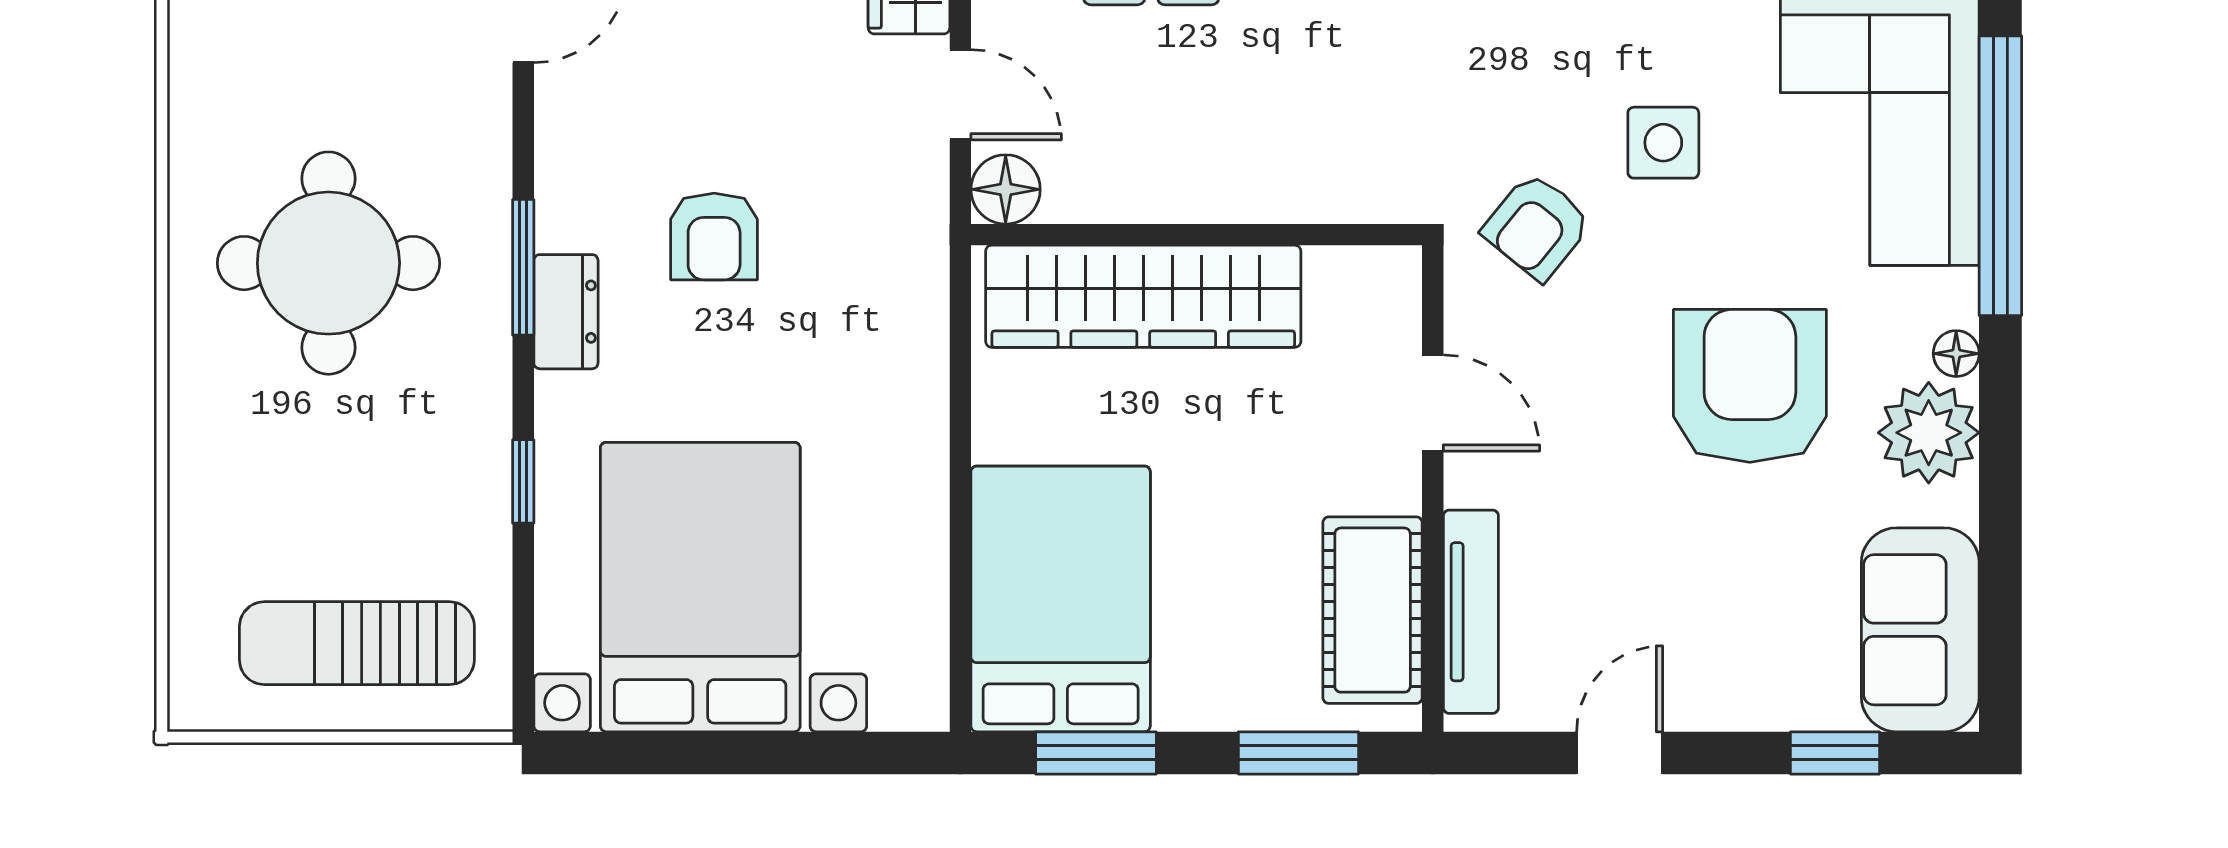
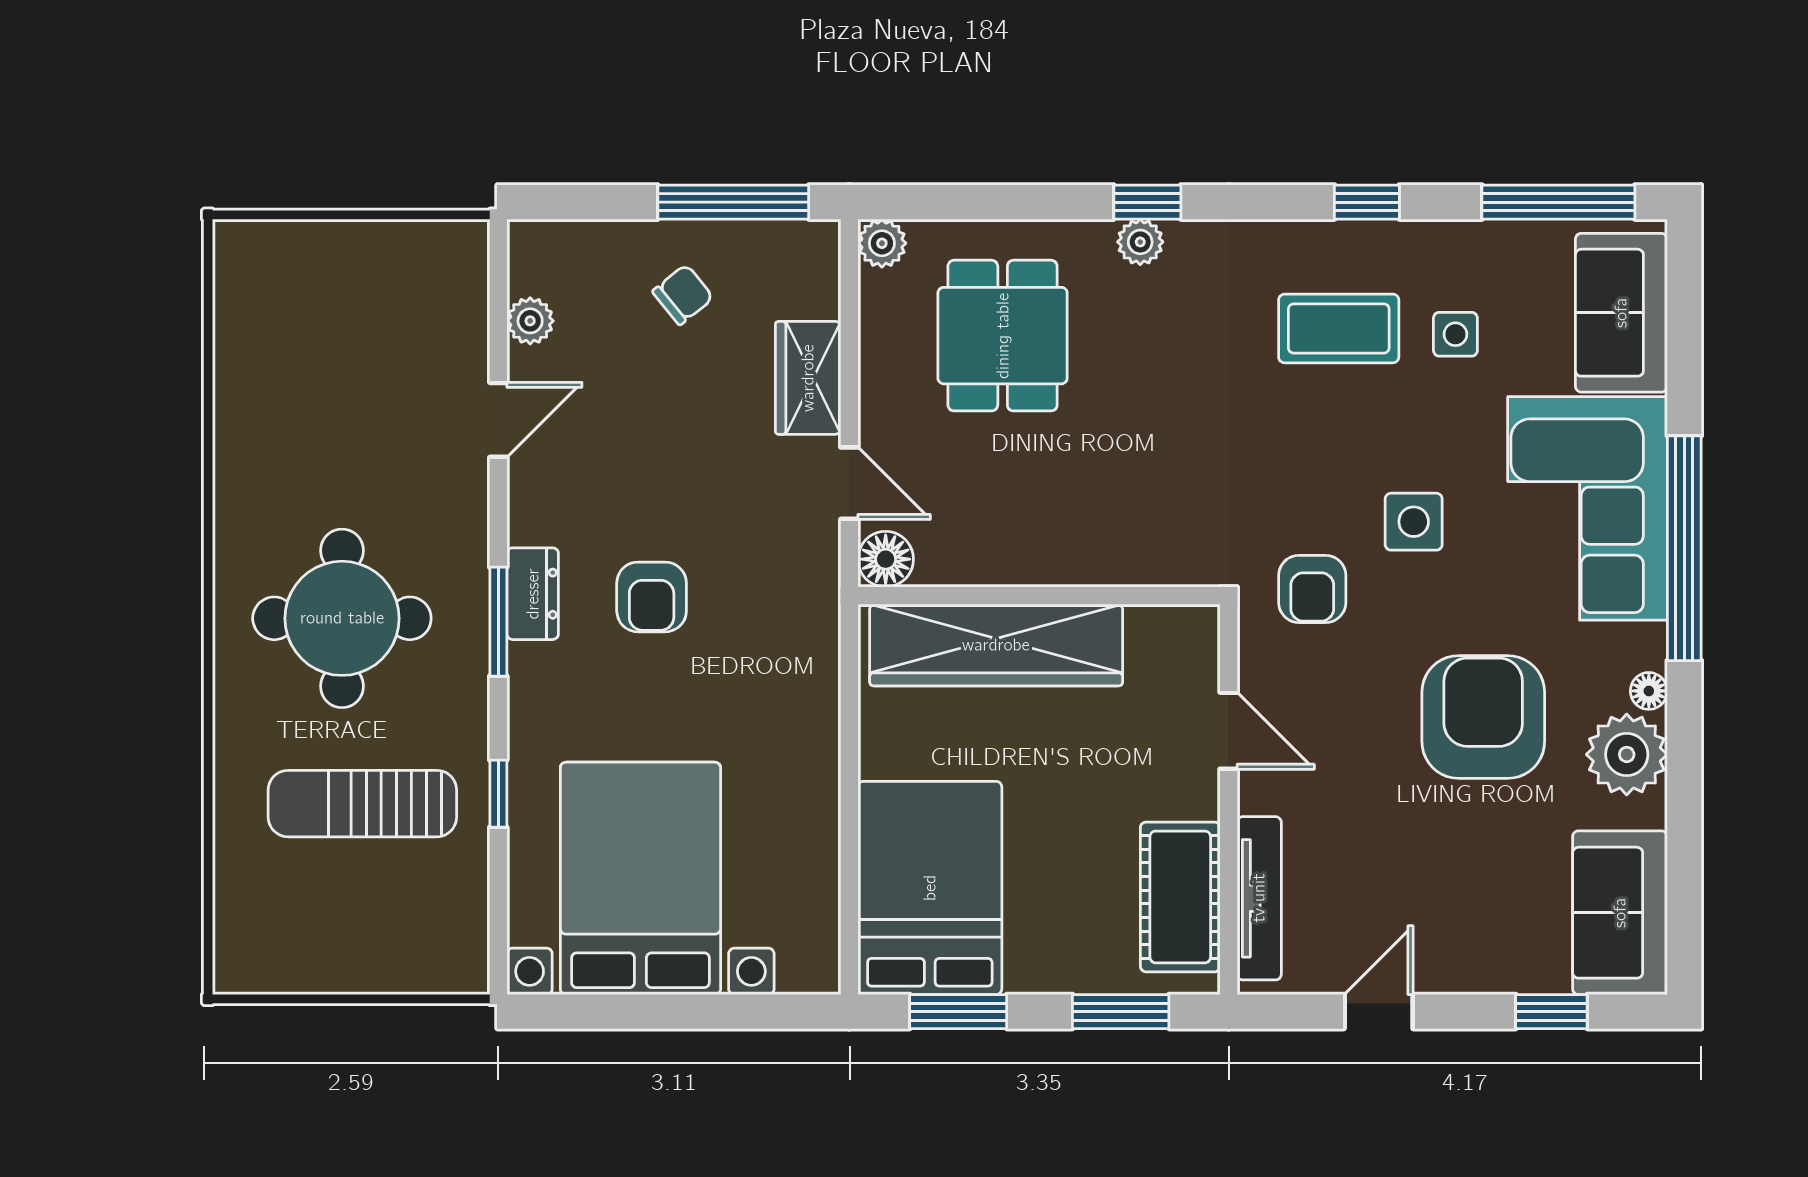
armchair: (1537, 226) -> (1312, 589), turned -39
dresser: (566, 312) -> (533, 594), moved
sun lounger: (357, 643) -> (362, 804), moved

